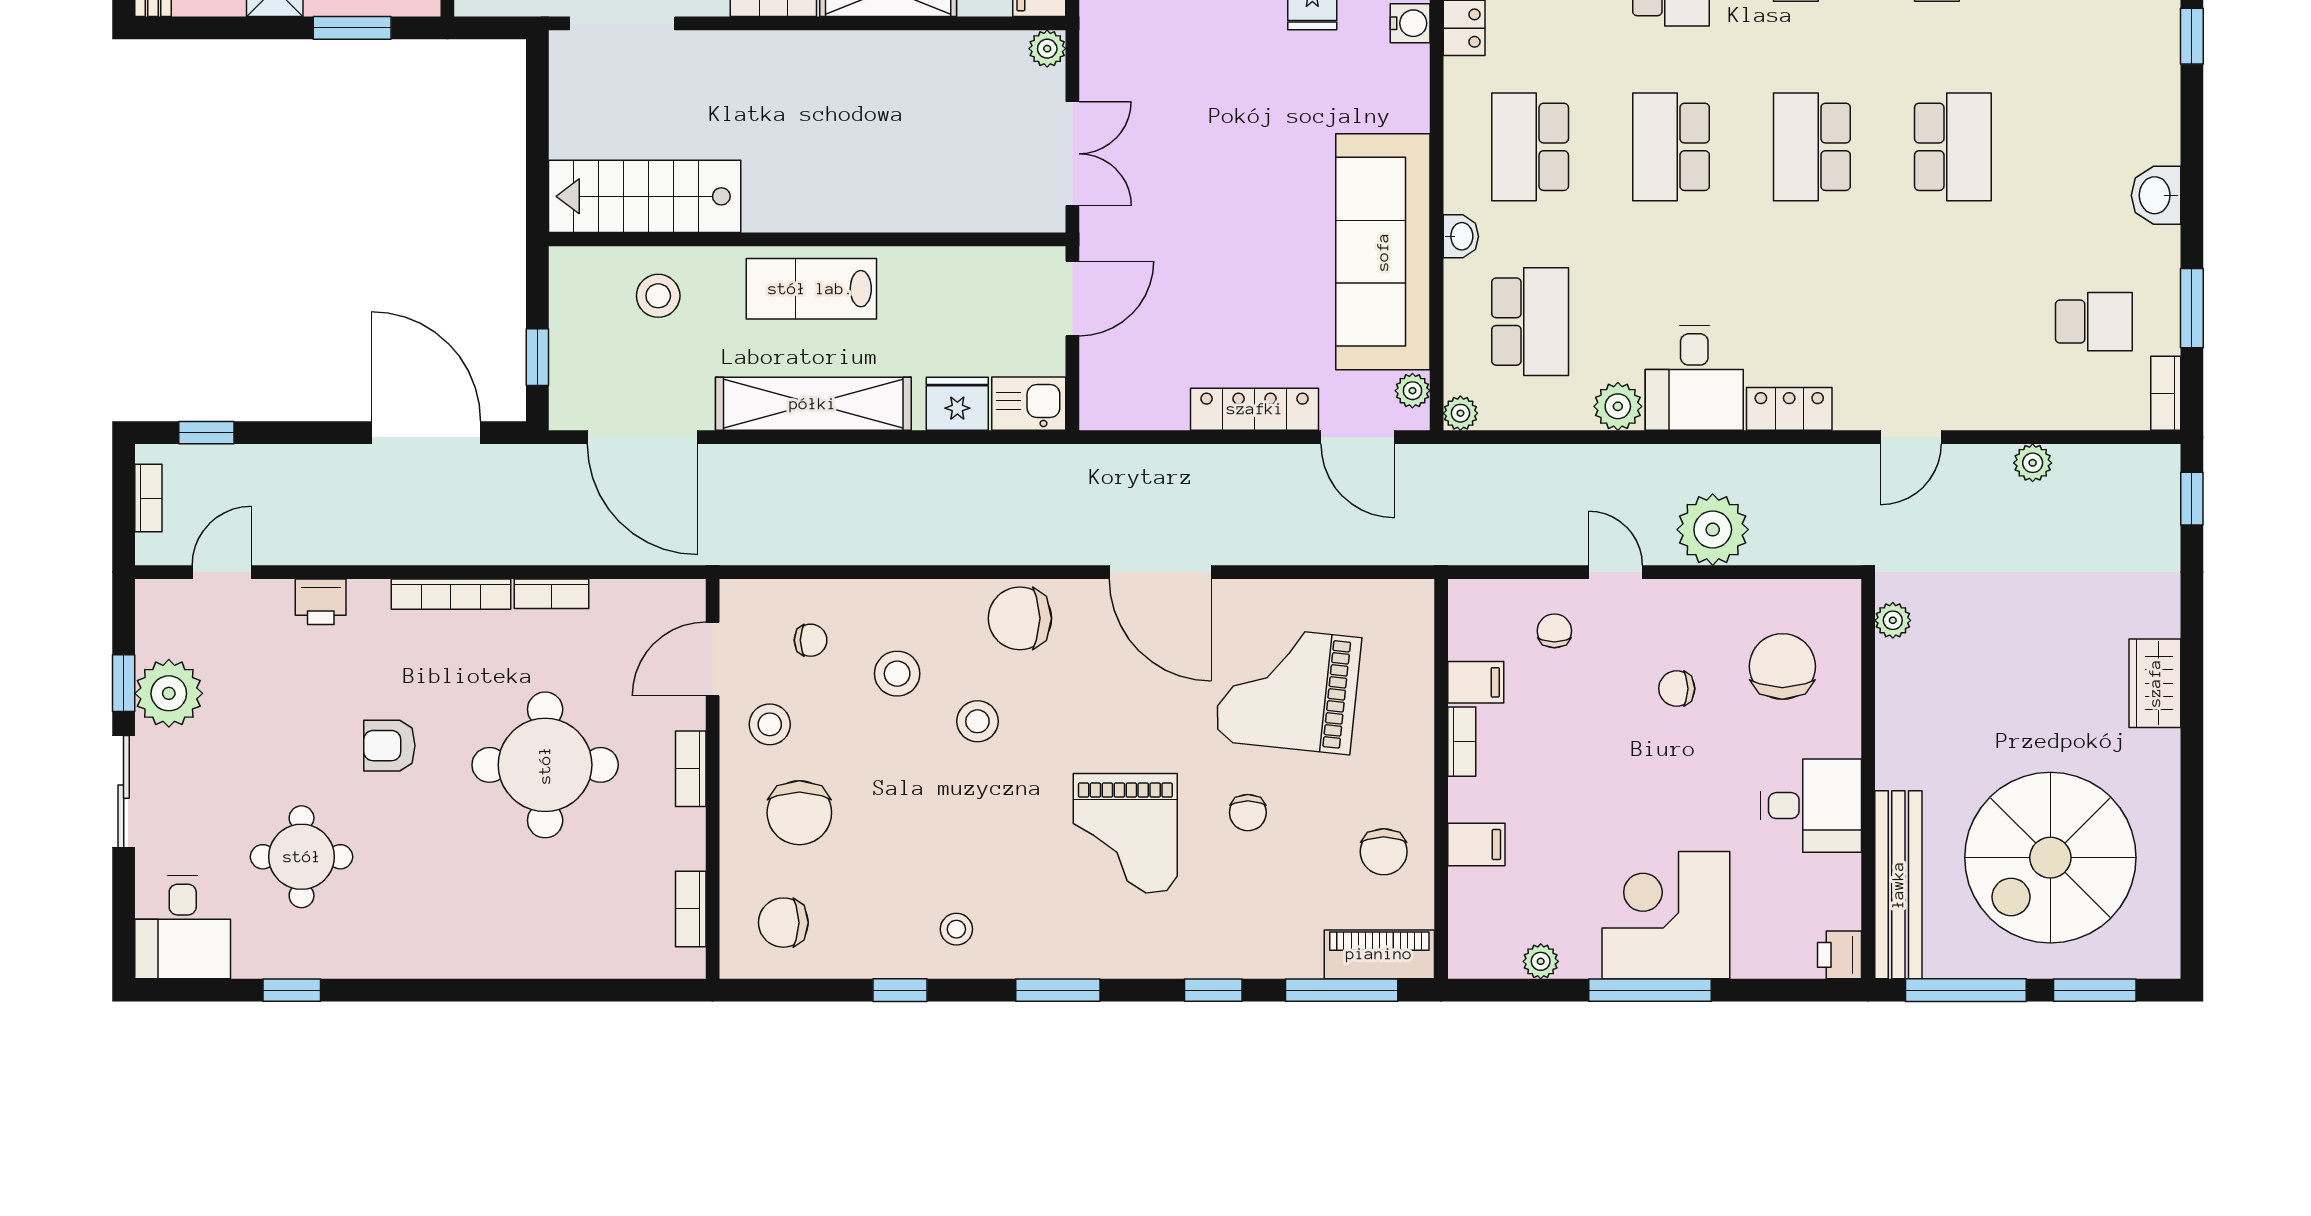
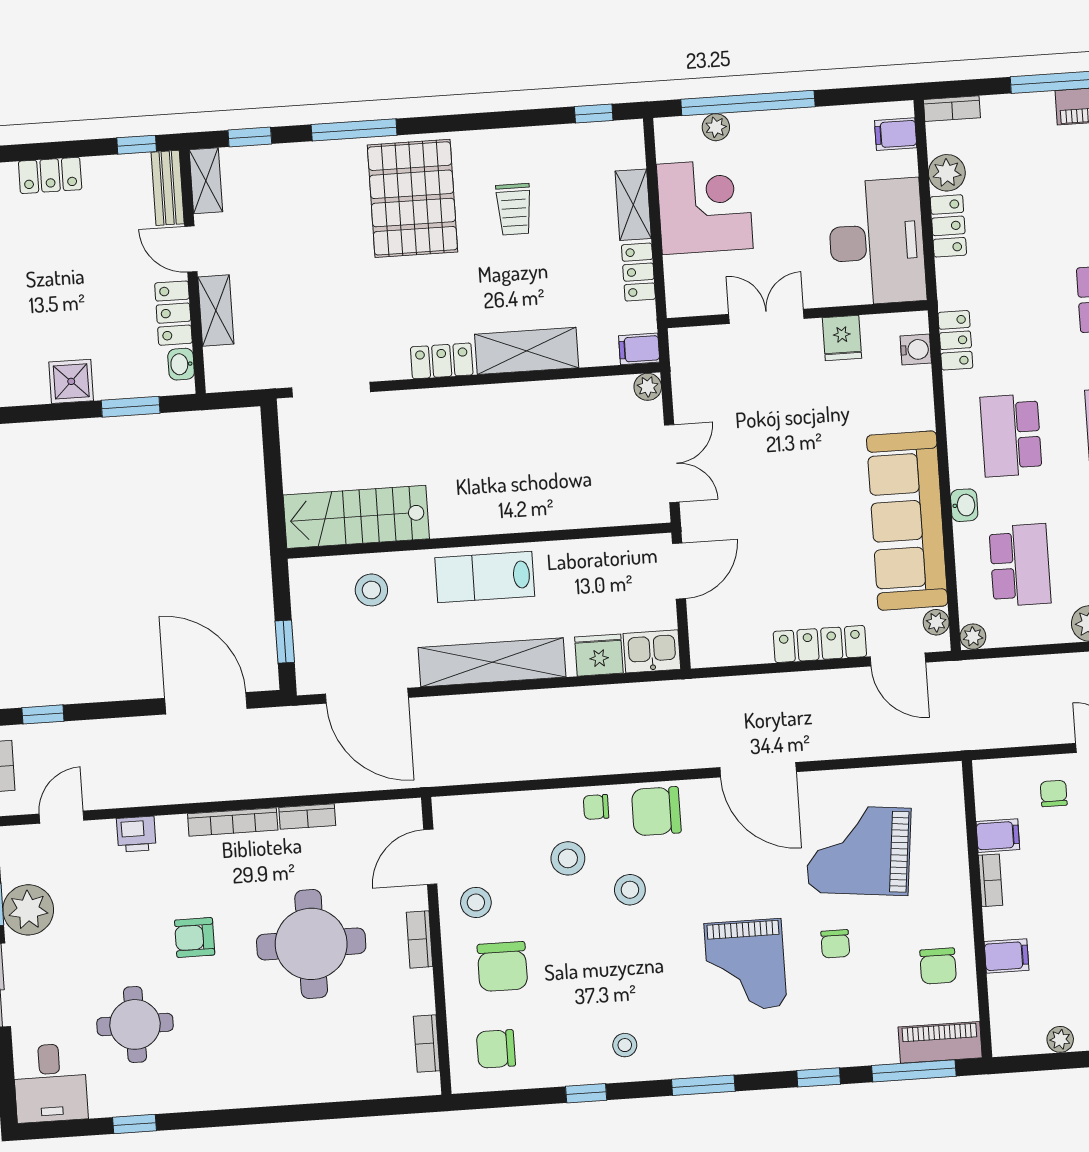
chair: (811, 640) -> (596, 807), moved, turned 180

